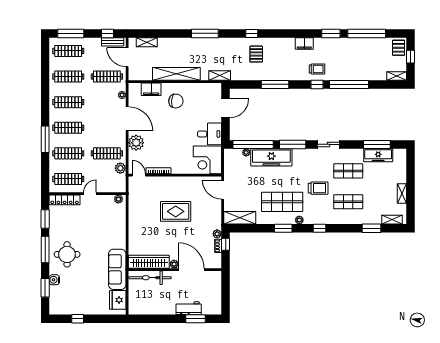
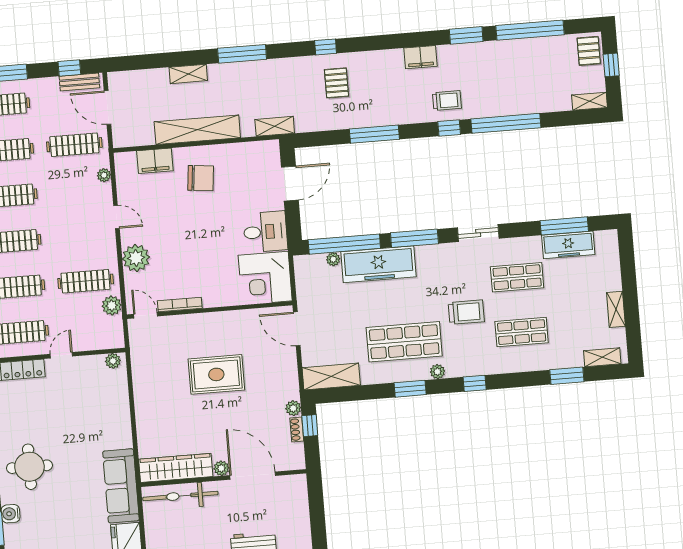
shelving: (147, 42) -> (188, 74), moved
door: (127, 119) -> (116, 217), width x0.53

